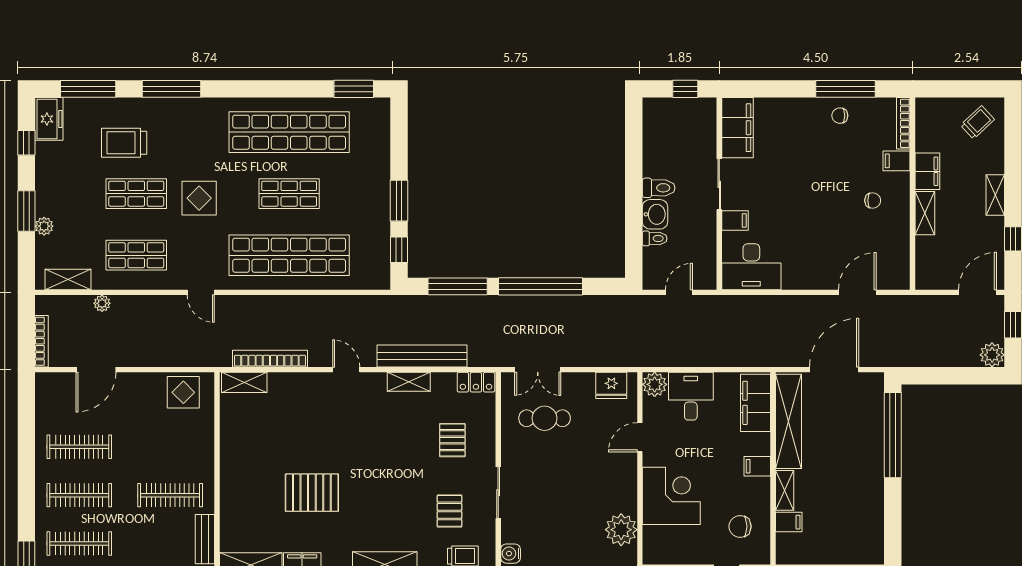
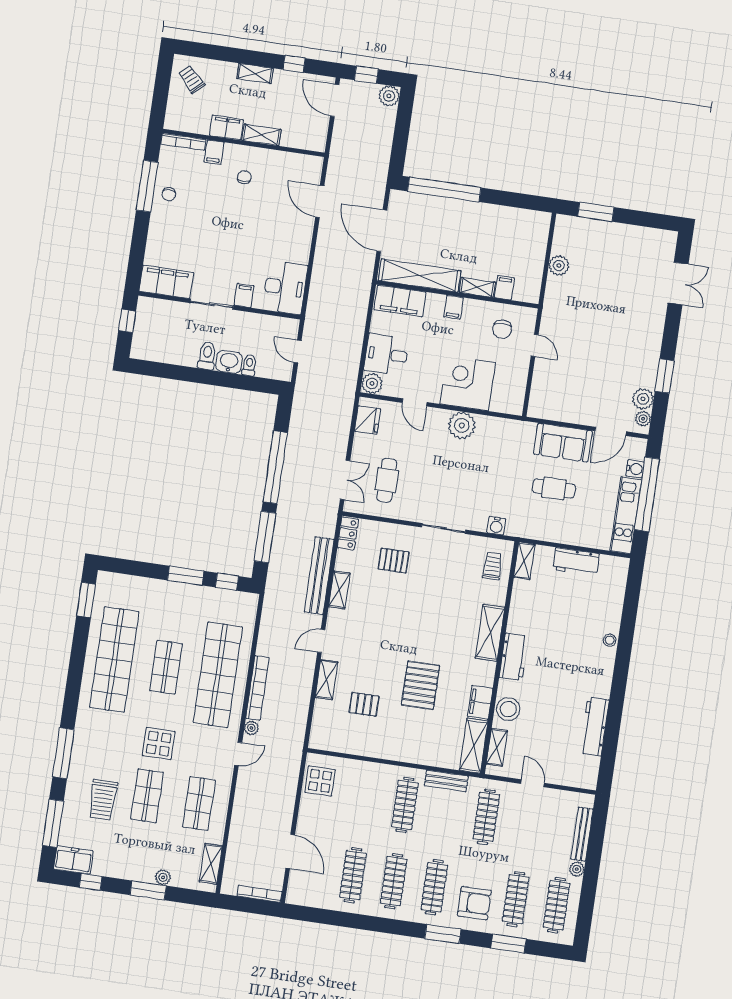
plant: (102, 303) -> (251, 728), moved
bookcase: (270, 359) -> (257, 688), moved, turned 180
shelving: (244, 382) -> (327, 680), moved
pallet: (449, 511) -> (364, 704), moved
plant: (621, 530) -> (462, 425), moved

